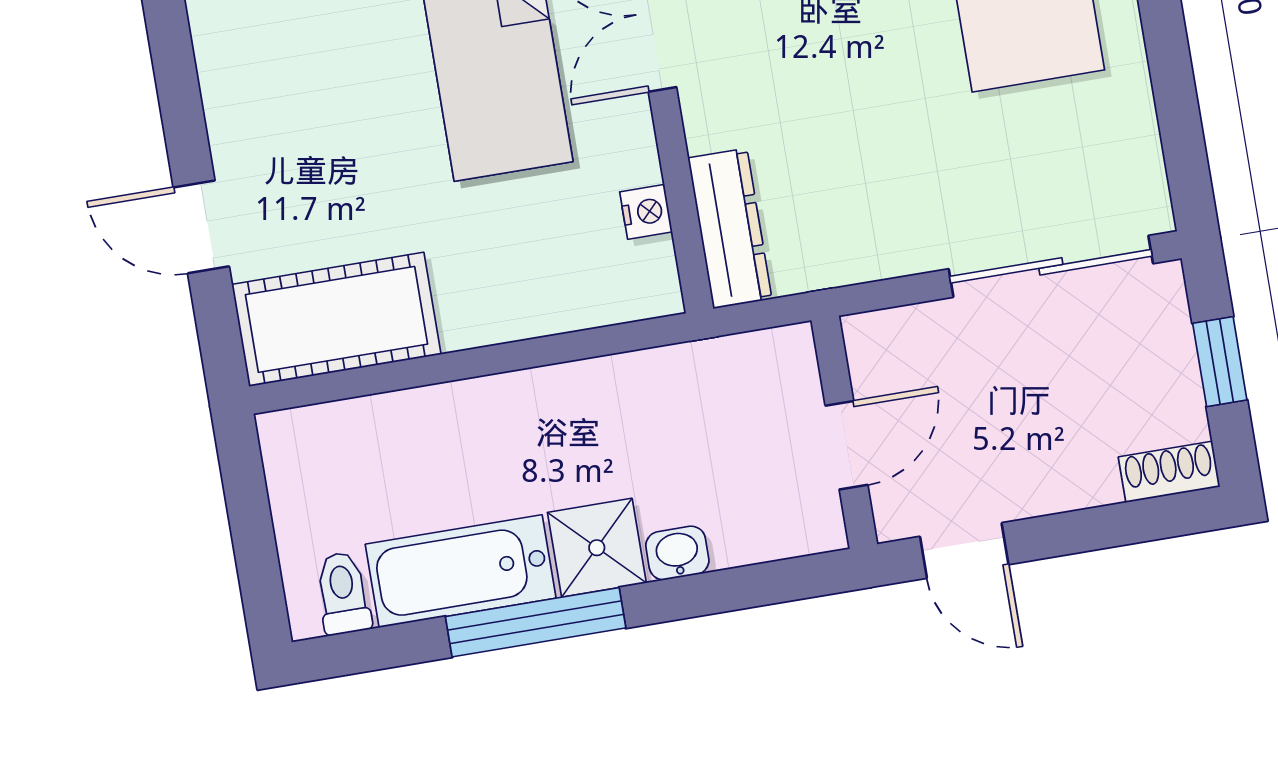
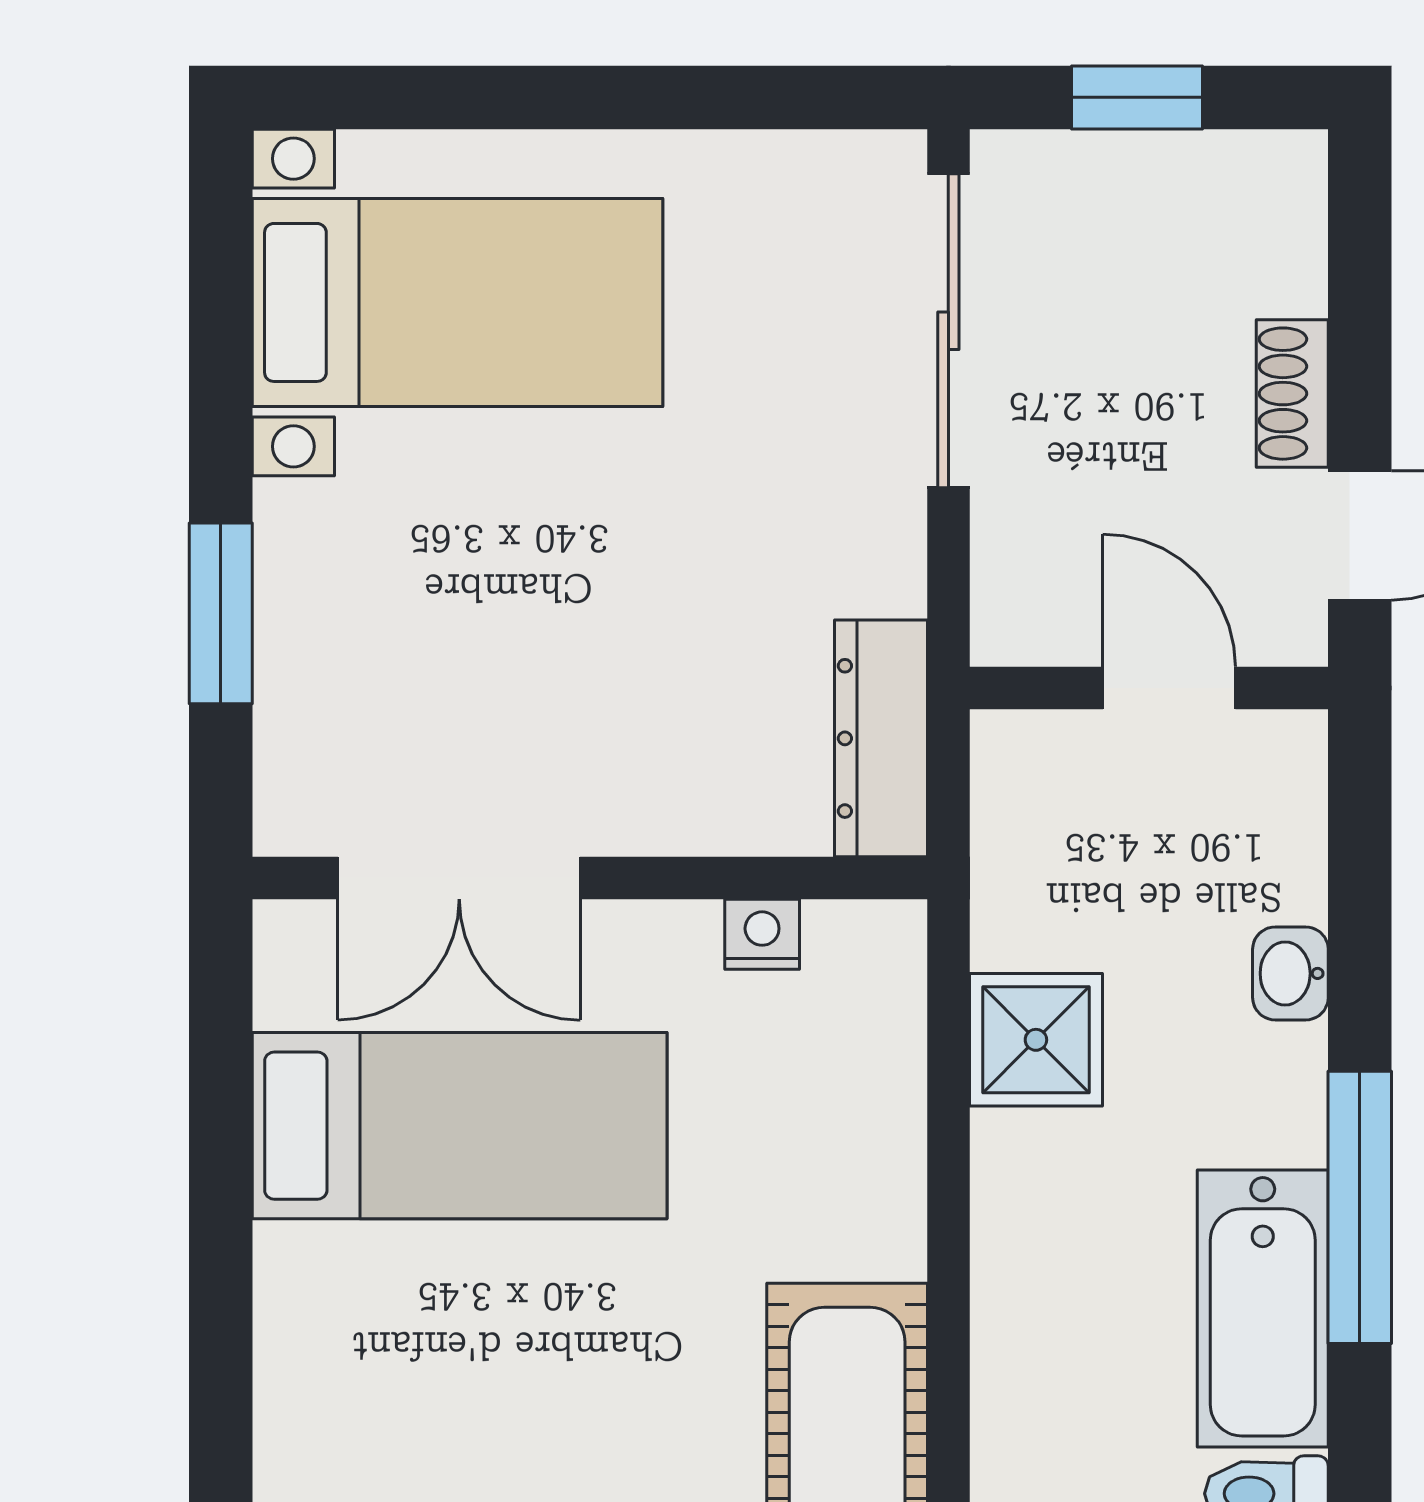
dresser: (730, 228) -> (881, 738), moved, turned -90
shoe rack: (1169, 472) -> (1292, 394), moved
shower: (597, 548) -> (1036, 1040), moved

